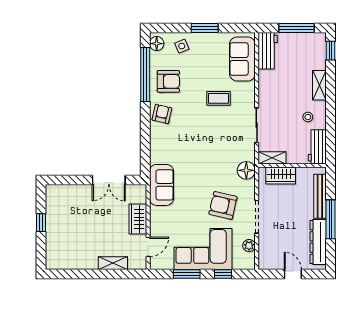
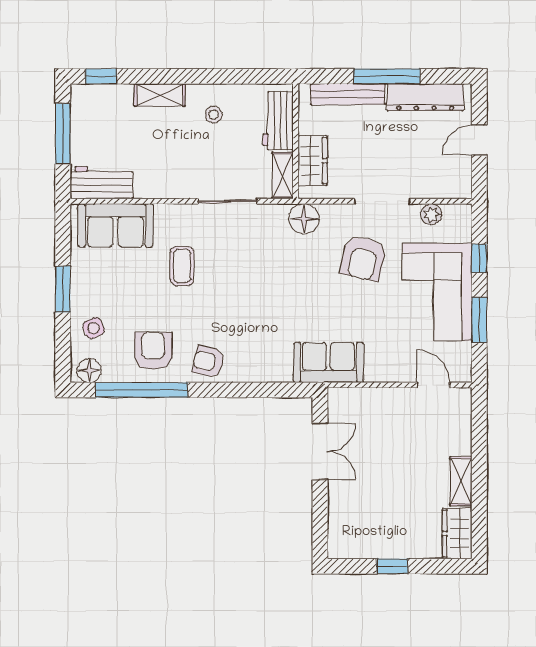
workbench: (317, 147) -> (278, 121), moved, turned 90
wardrobe: (138, 219) -> (457, 533), moved, turned 90
shelving: (113, 263) -> (461, 481), moved

